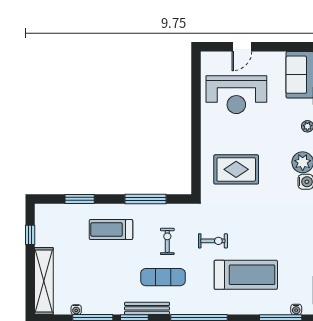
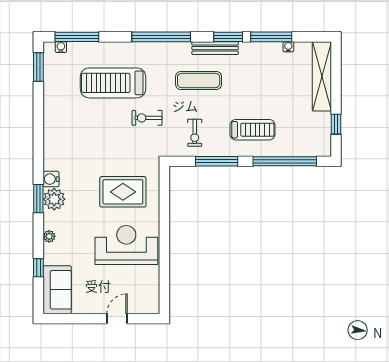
reception desk: (236, 95) -> (126, 245), moved
window: (80, 199) -> (285, 161), width x2.11
exercise bike: (167, 241) -> (195, 133), moved

